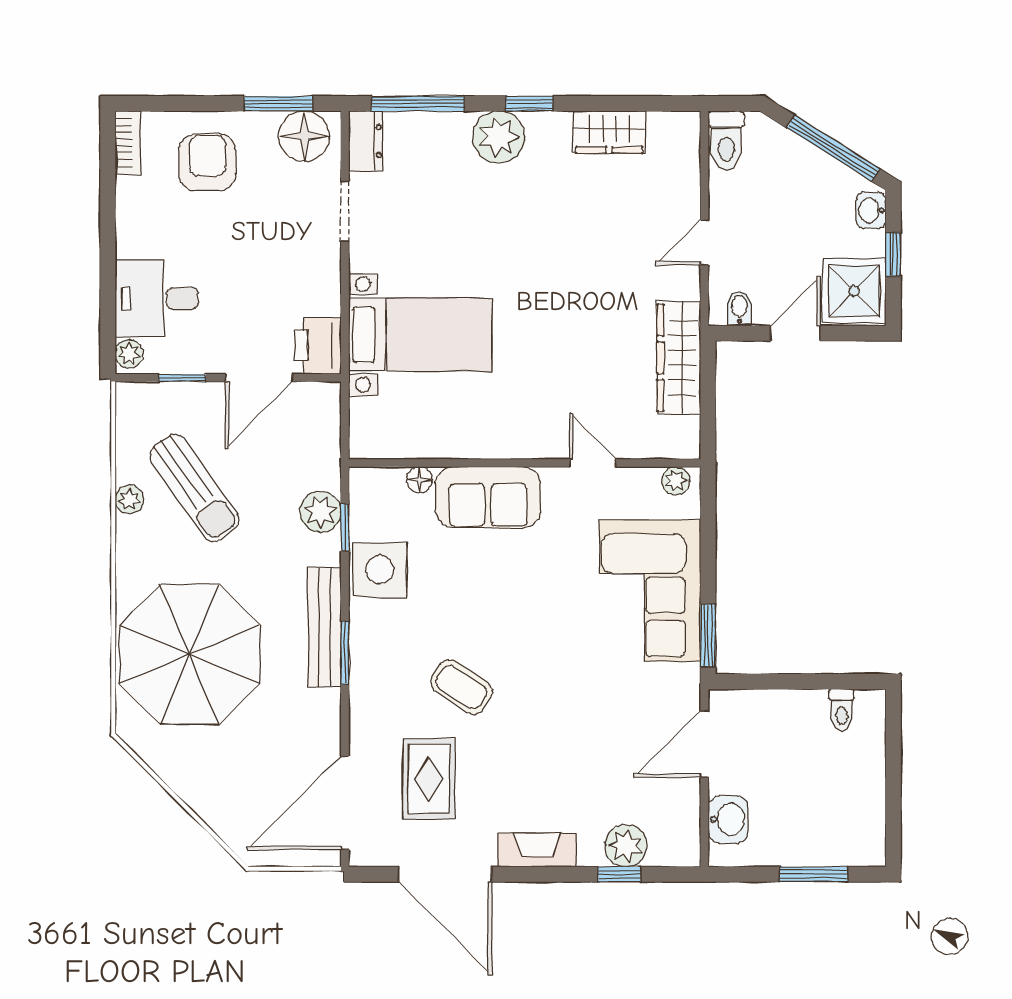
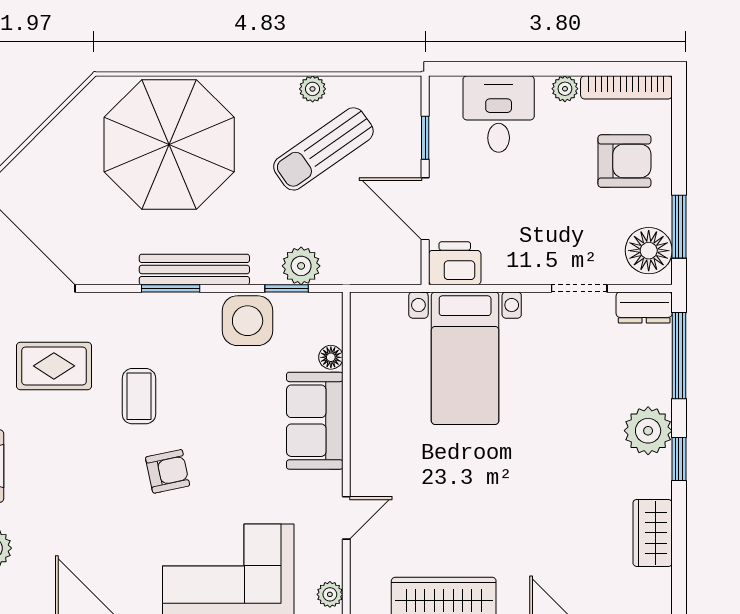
bookcase: (128, 143) -> (626, 87), width x1.56
plant: (129, 354) -> (565, 89), moved
armchair: (543, 656) -> (168, 471), added
coffee table: (461, 687) -> (139, 396), turned -33

